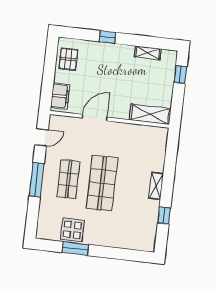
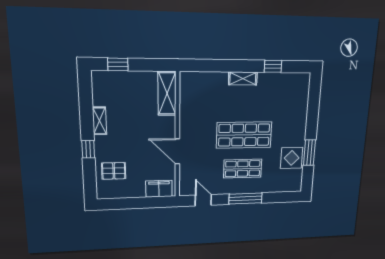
shelving: (148, 53) -> (99, 121), moved
pallet: (68, 59) -> (114, 171), moved

